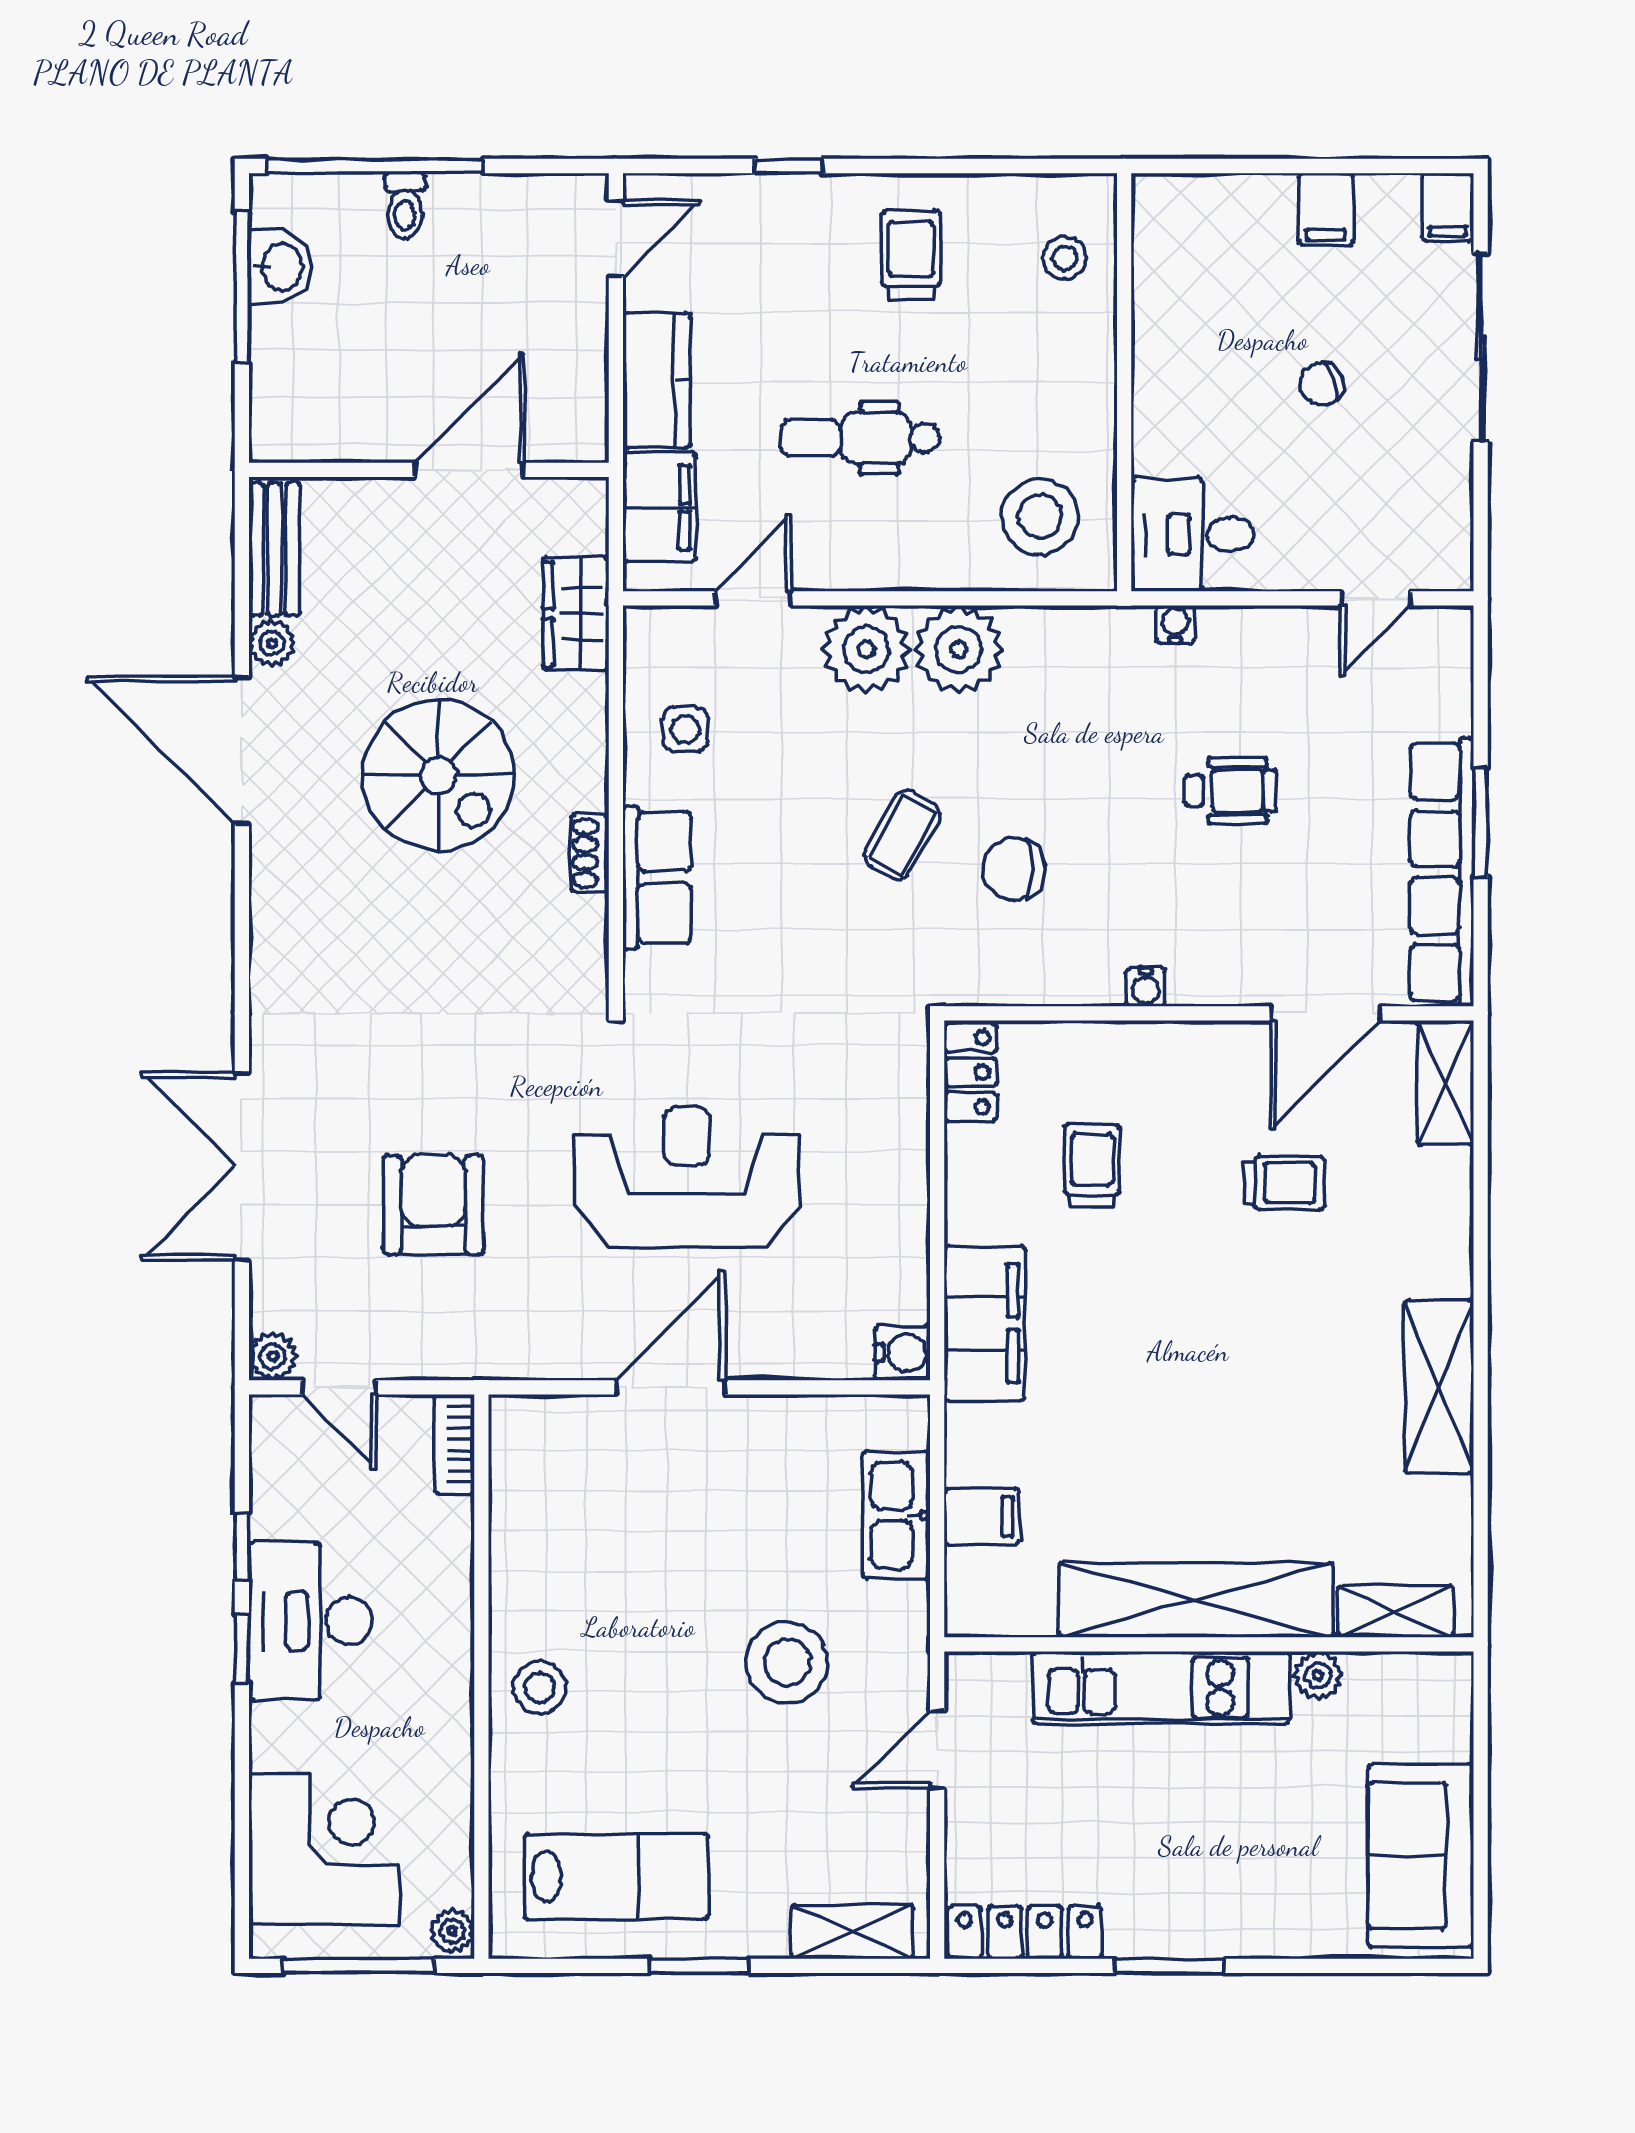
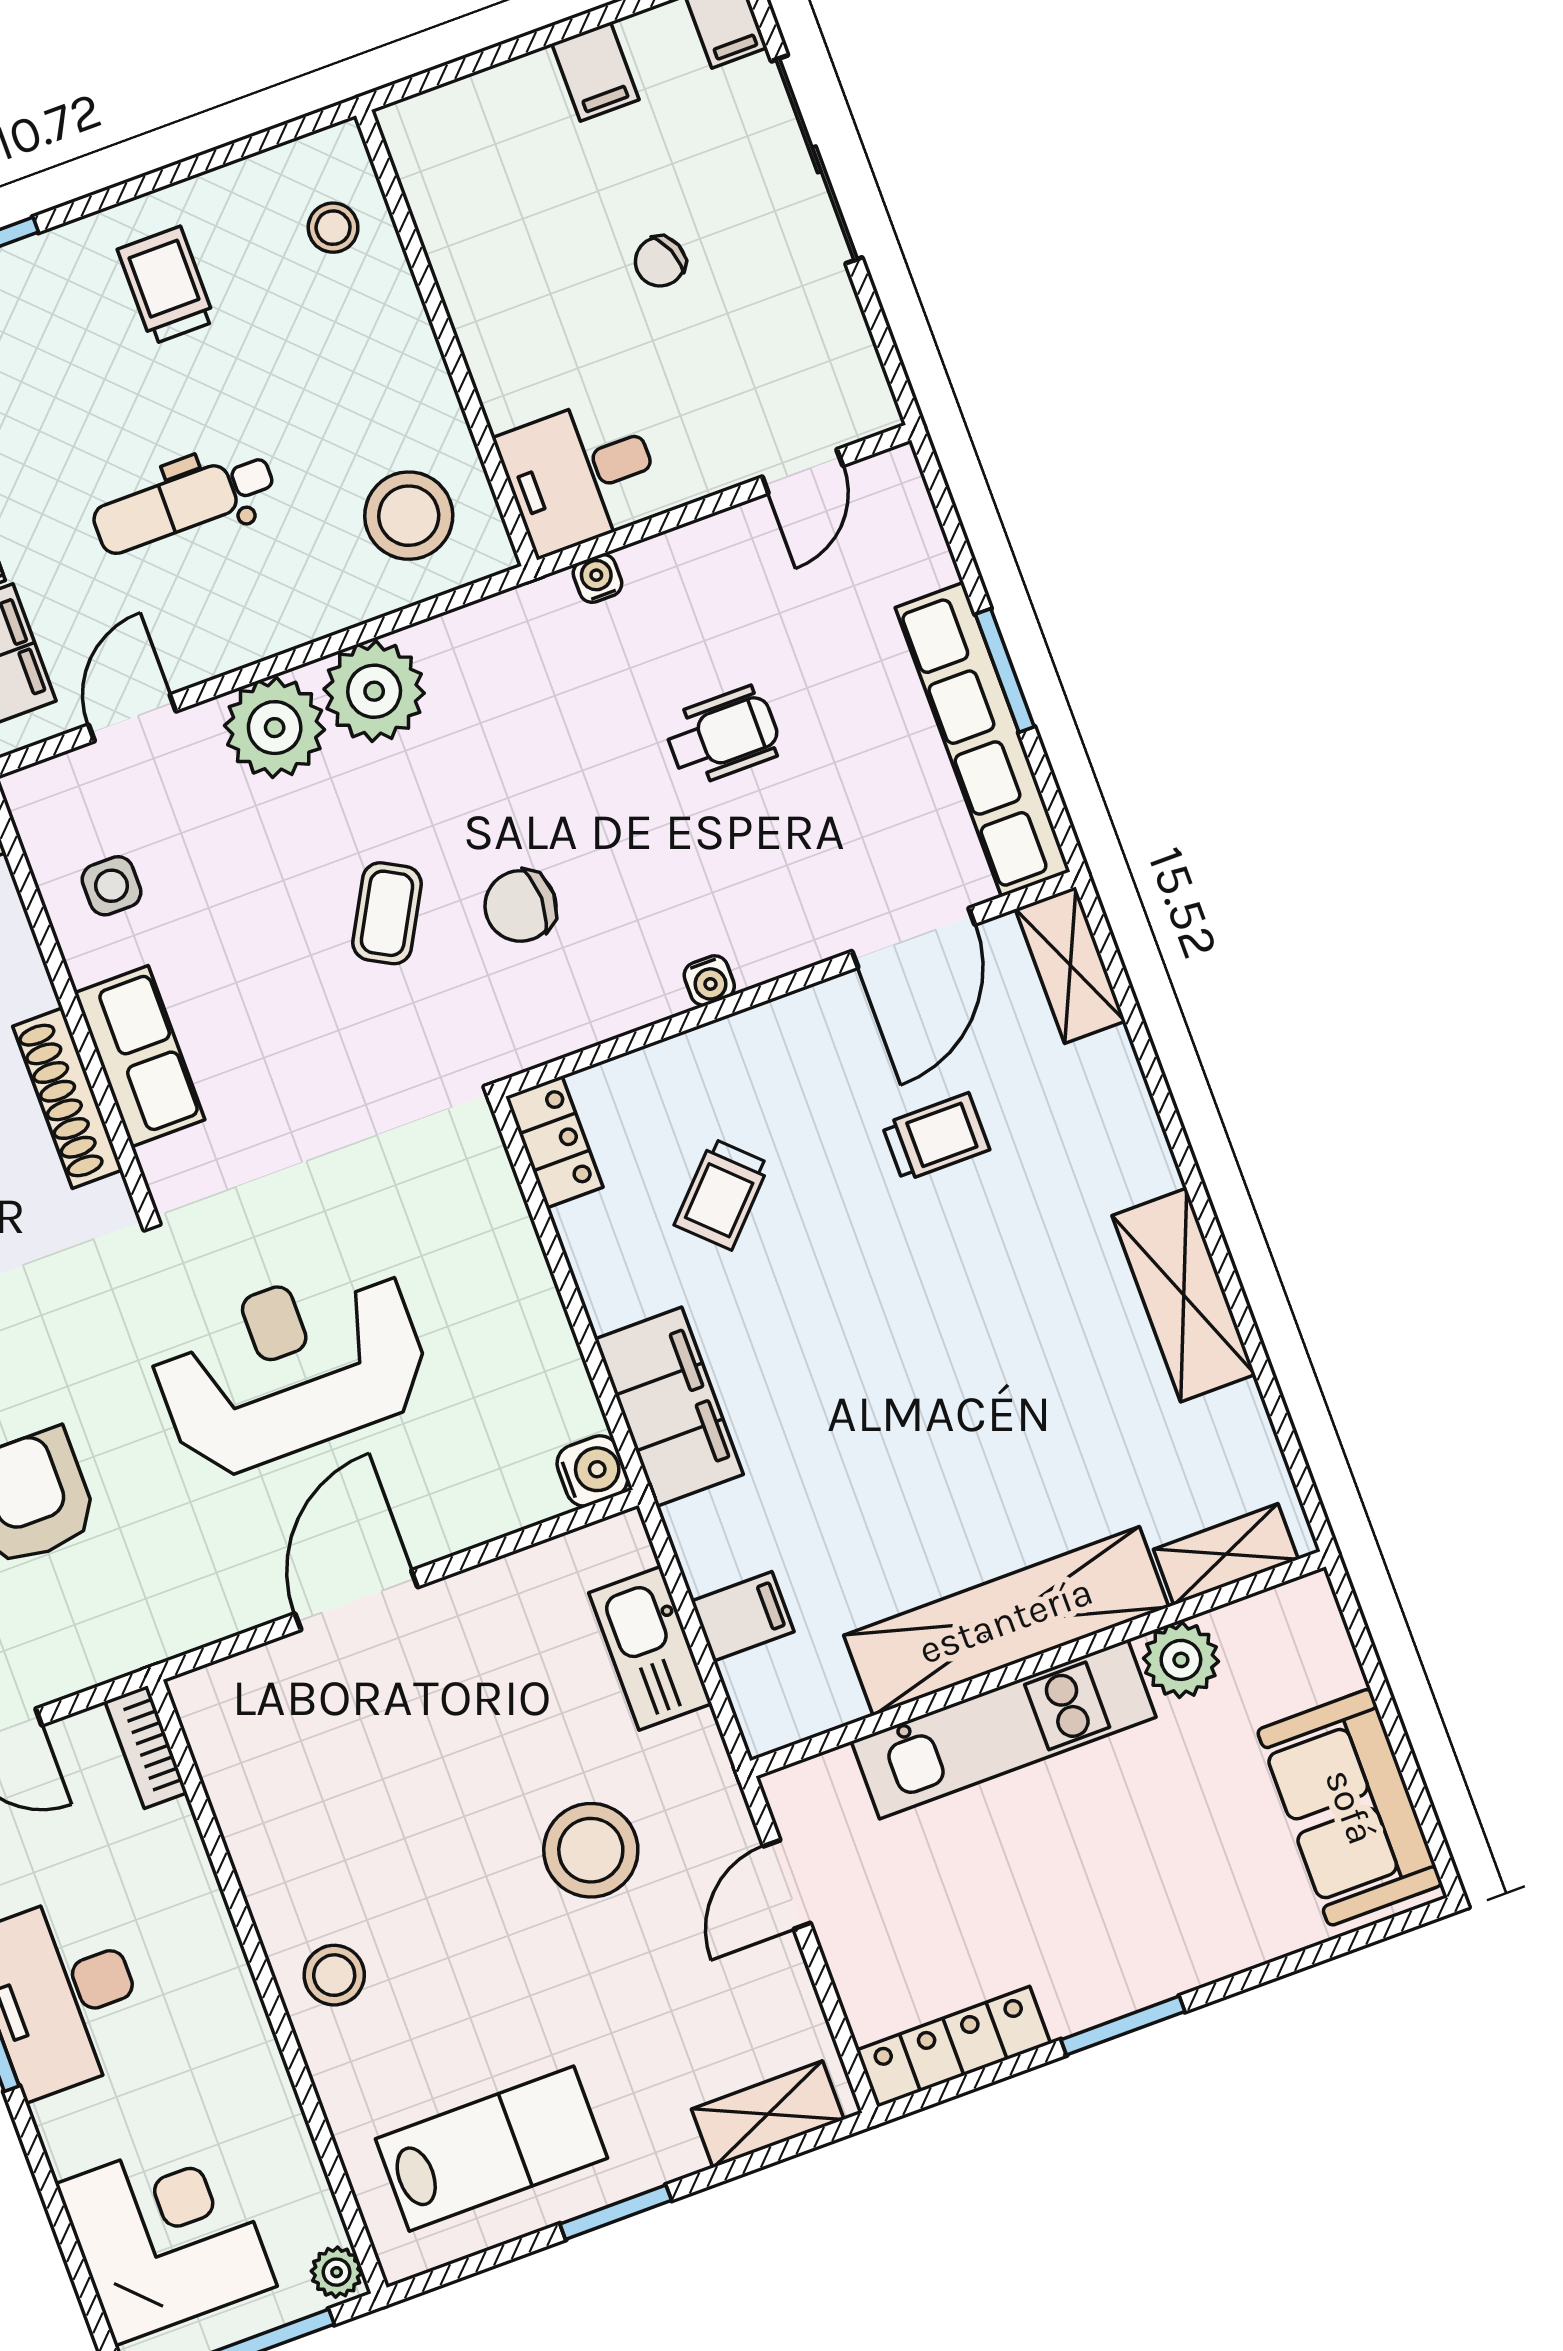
shoe rack: (590, 853) -> (68, 1098), width x1.94, depth x1.24
trolley: (1092, 1165) -> (722, 1194), turned -136
plant: (1318, 1675) -> (1181, 1660), width x1.38, depth x1.38

